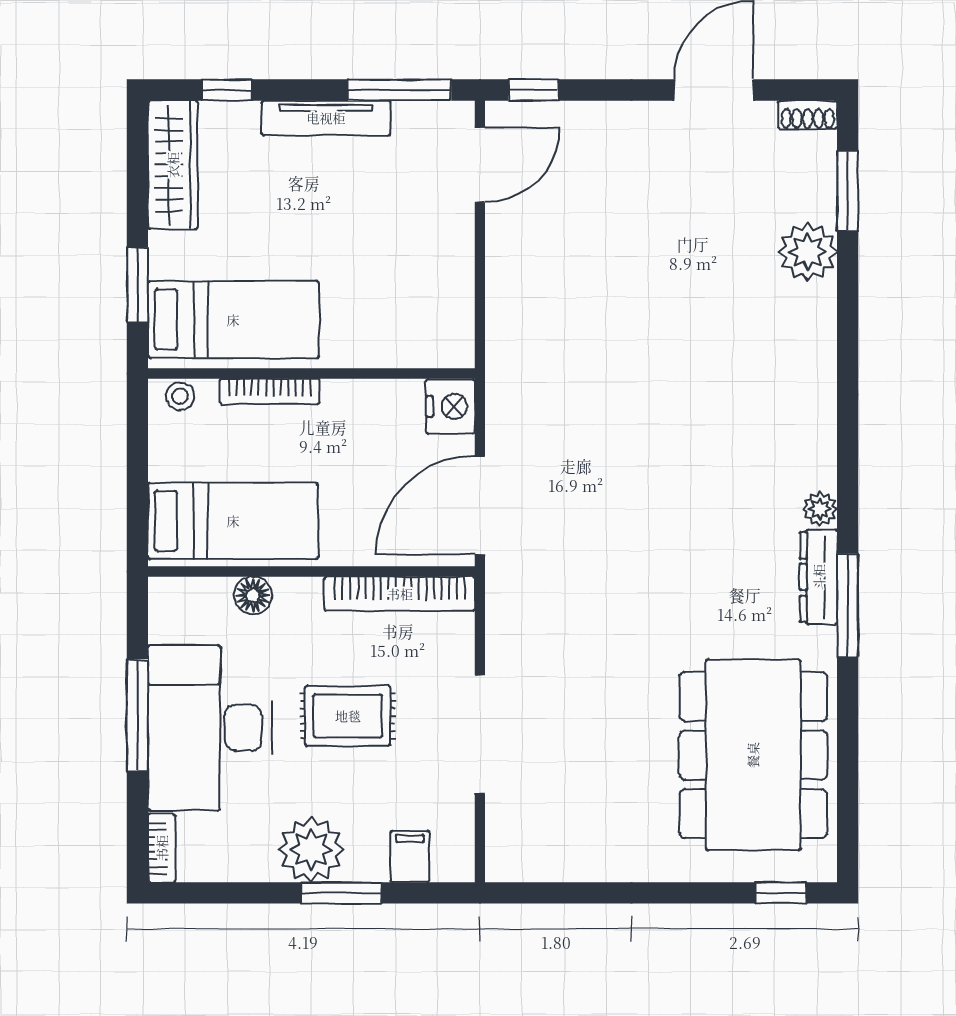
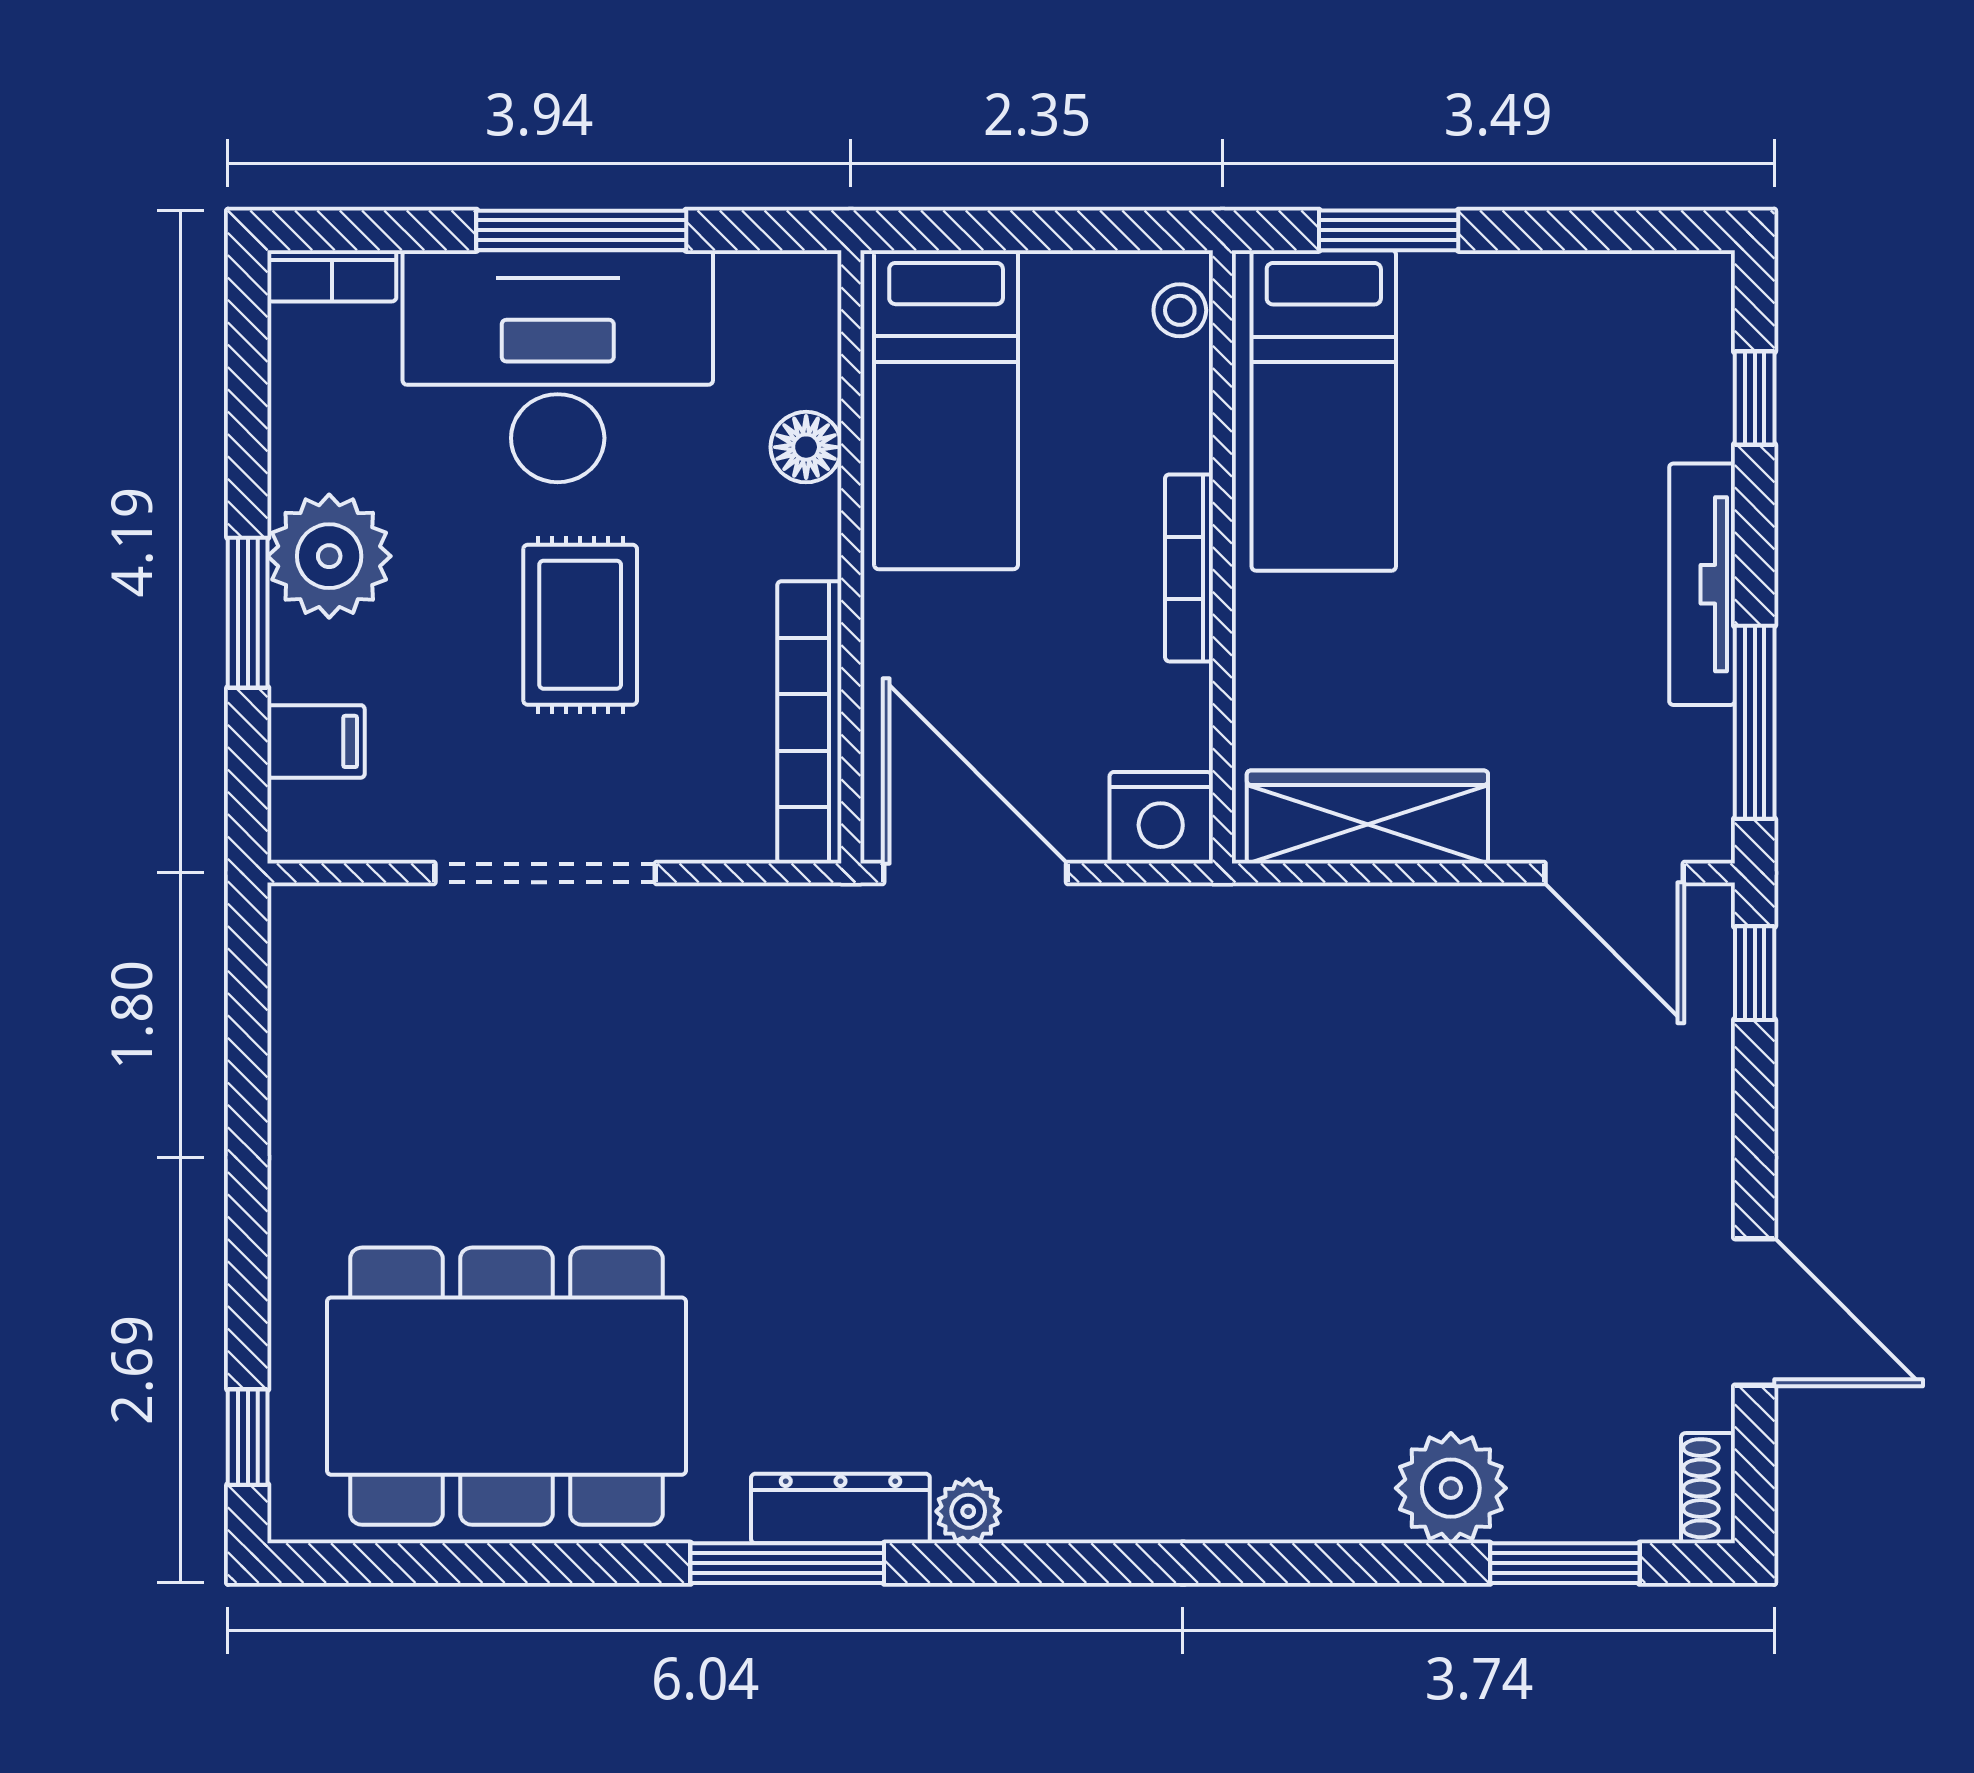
wardrobe: (173, 165) -> (1367, 817), moved, turned 180
bookcase: (270, 391) -> (1189, 568), moved

